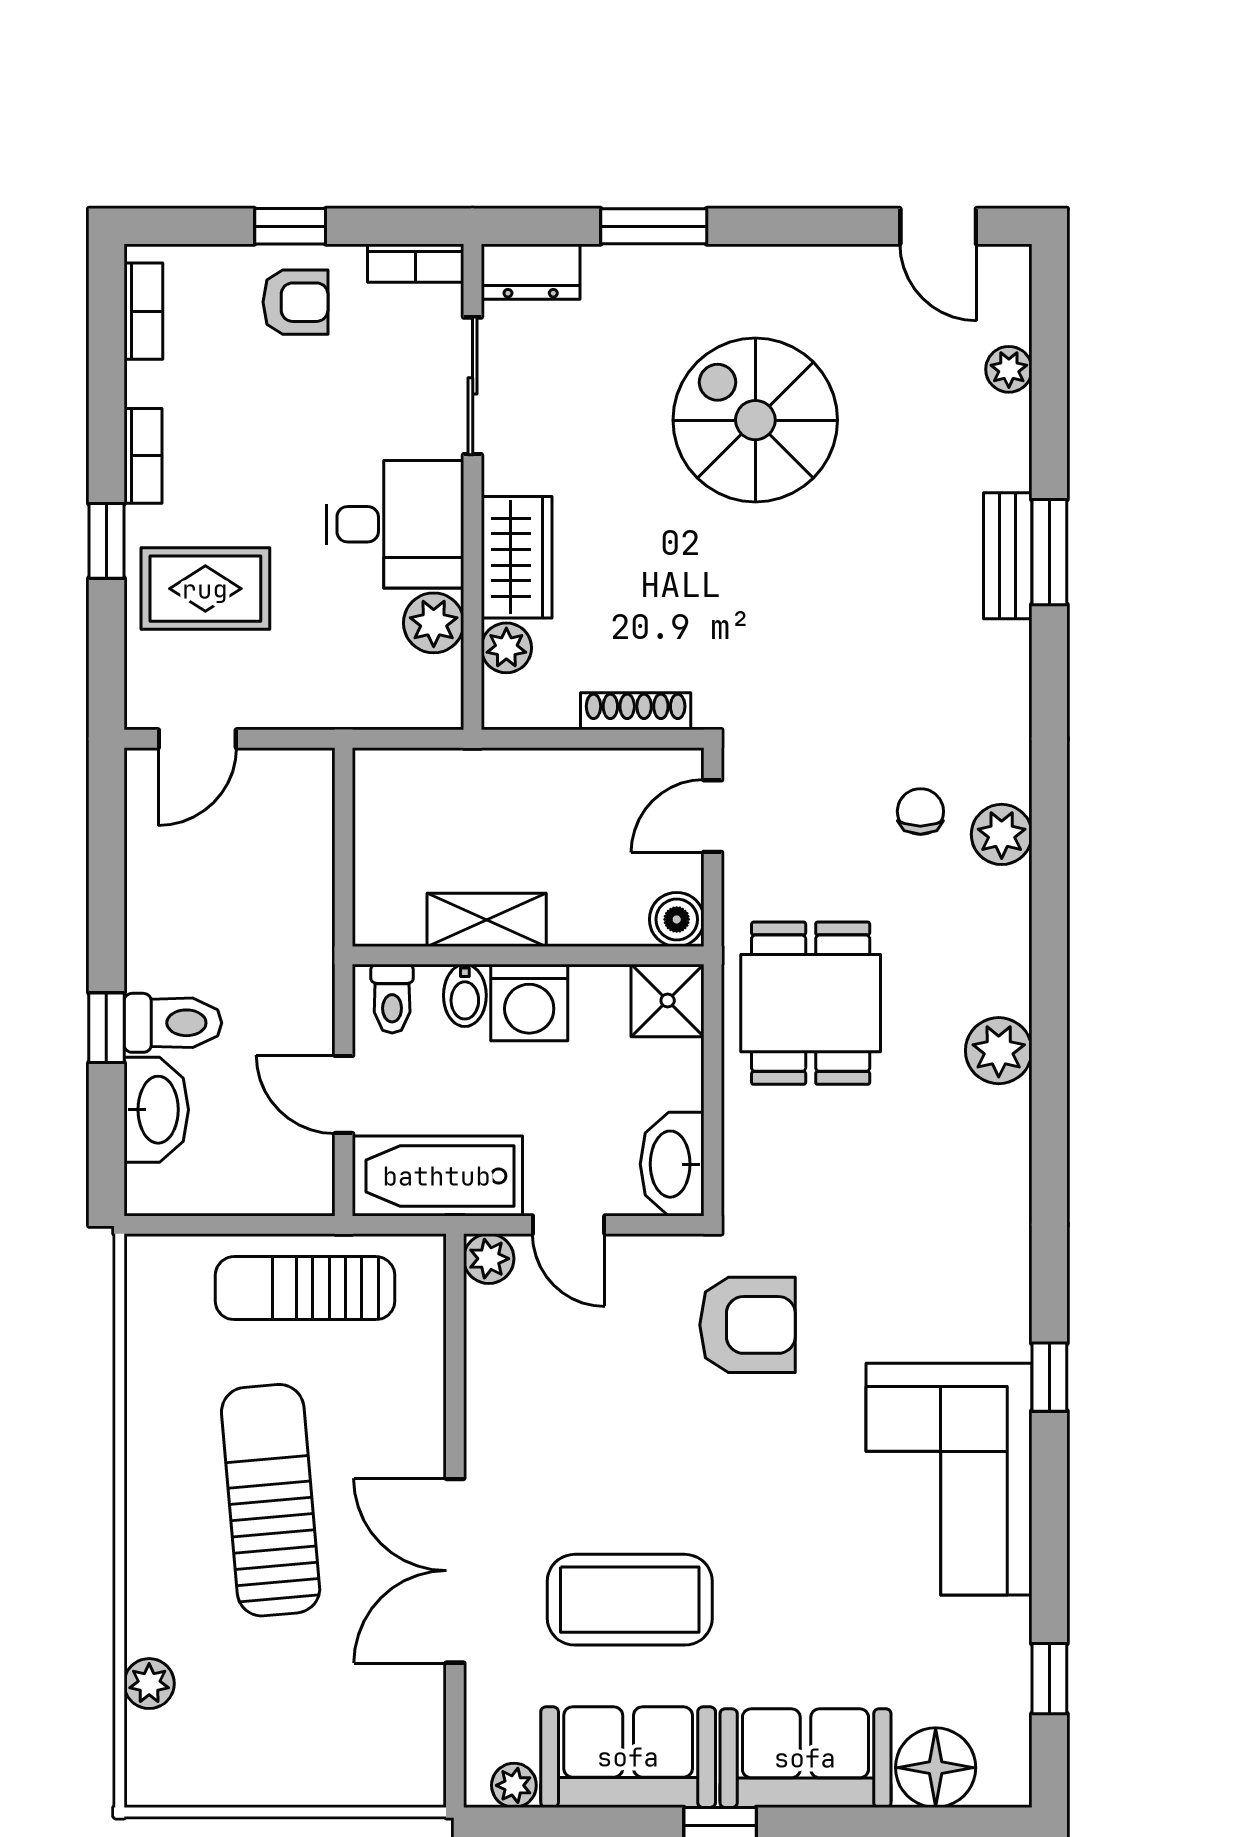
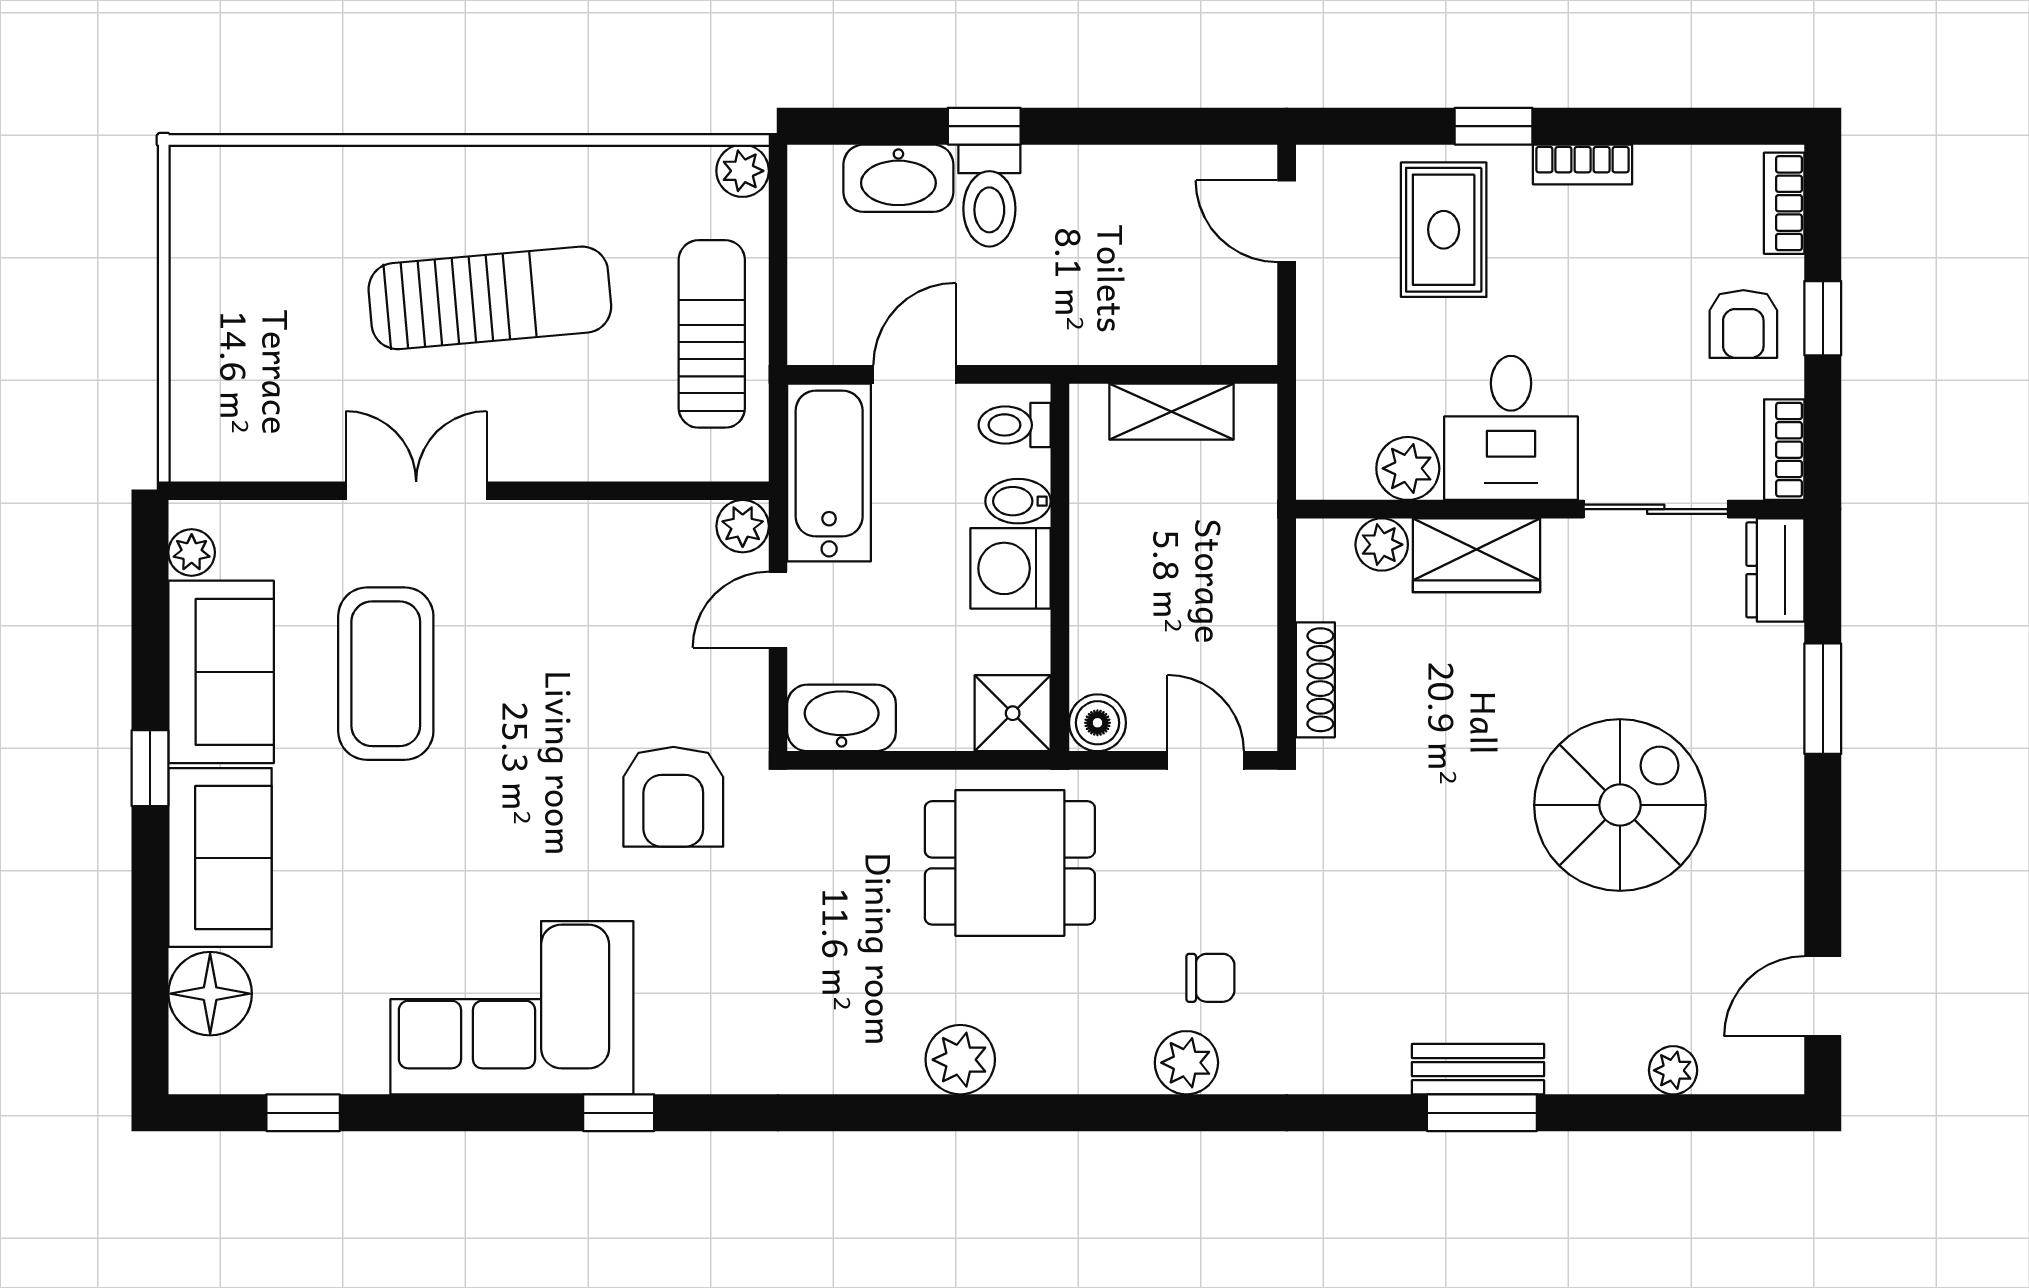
bookcase: (143, 311) -> (1784, 203), moved, turned 90
shelving: (487, 920) -> (1172, 412), moved, turned 90
double door: (455, 1571) -> (416, 491), width x0.73
plant: (149, 1684) -> (743, 171), moved

